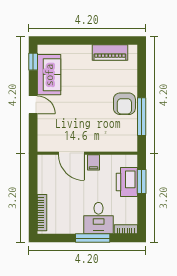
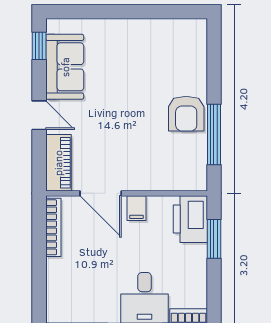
piano: (110, 53) -> (58, 163), moved, turned -90
printer: (127, 182) -> (190, 219), moved
bookcase: (42, 213) -> (53, 227), moved

